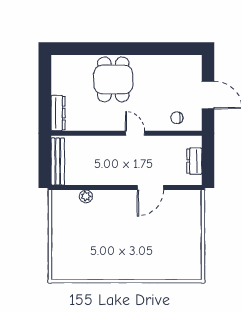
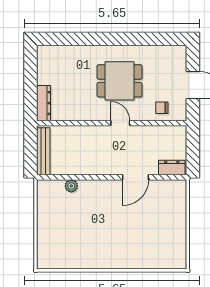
dining table: (113, 79) -> (120, 81), moved, turned 90
dresser: (194, 161) -> (172, 167), moved, turned 90

